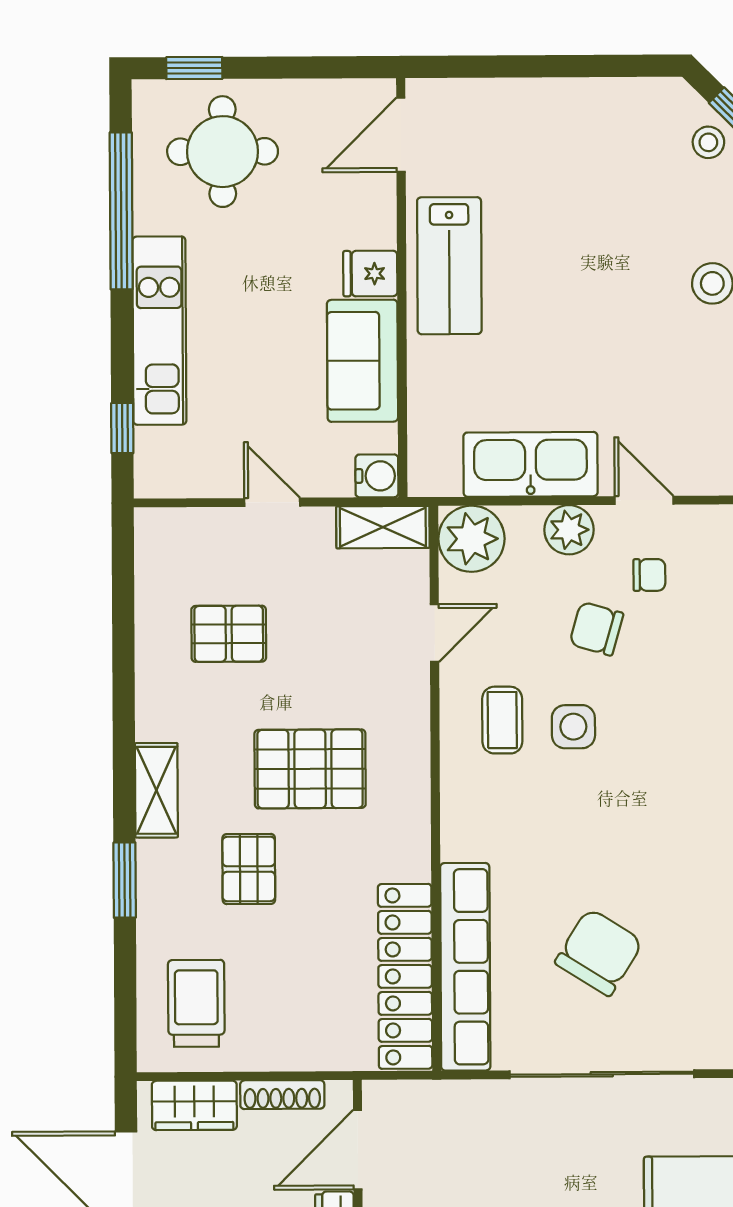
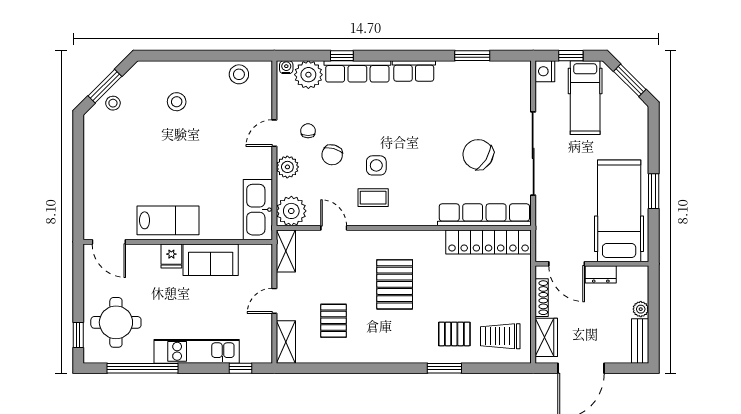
kitchen sink: (530, 464) -> (258, 210), moved
water cooler: (377, 476) -> (263, 254), removed
shelving: (156, 790) -> (286, 342), moved, turned 90
pallet: (249, 869) -> (454, 334), moved

